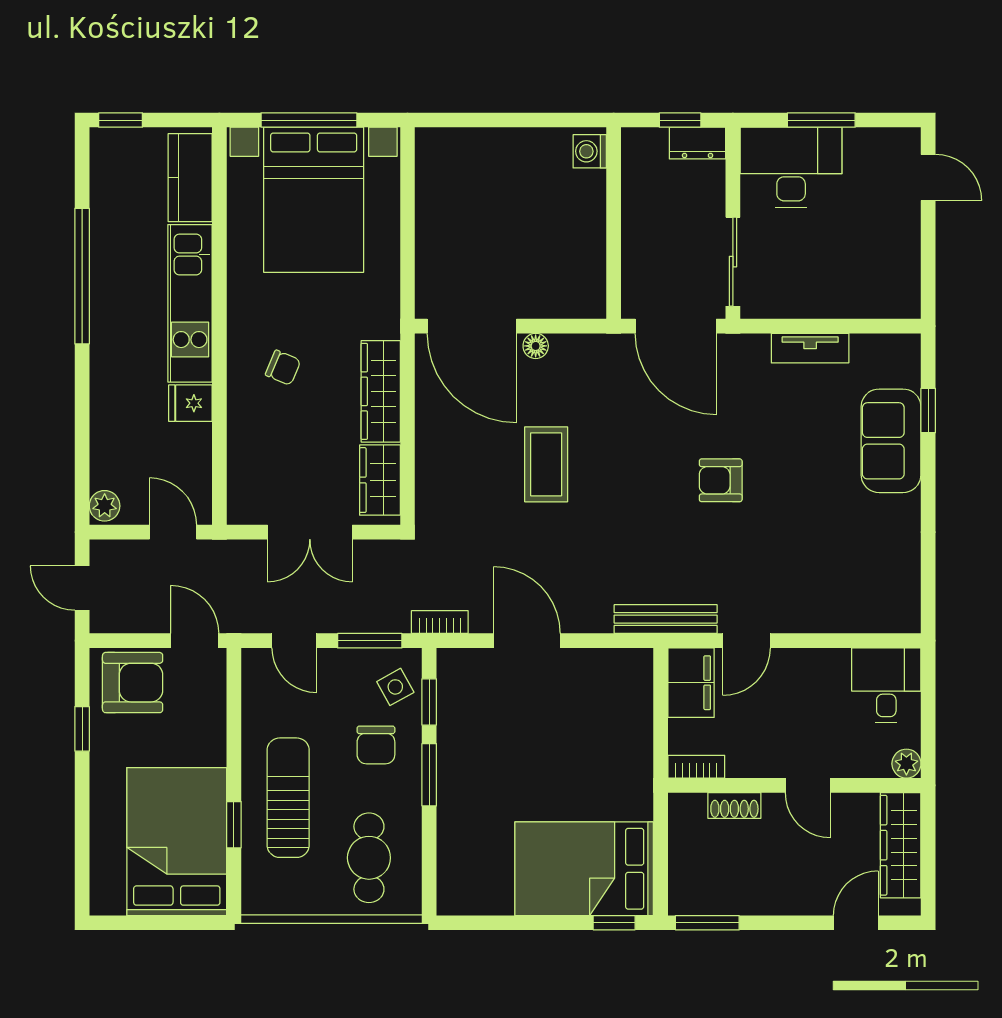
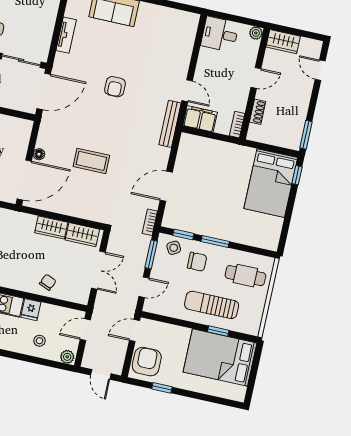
chair: (283, 368) -> (48, 282), moved
wardrobe: (381, 391) -> (51, 228), width x0.67
stool: (126, 437) -> (39, 341), added
door: (82, 588) -> (101, 374), hinge flipped
wardrobe: (901, 845) -> (283, 42), width x0.67

